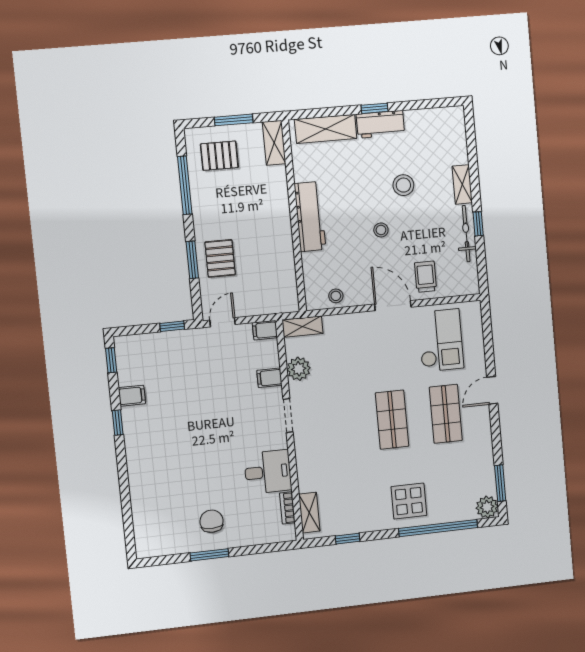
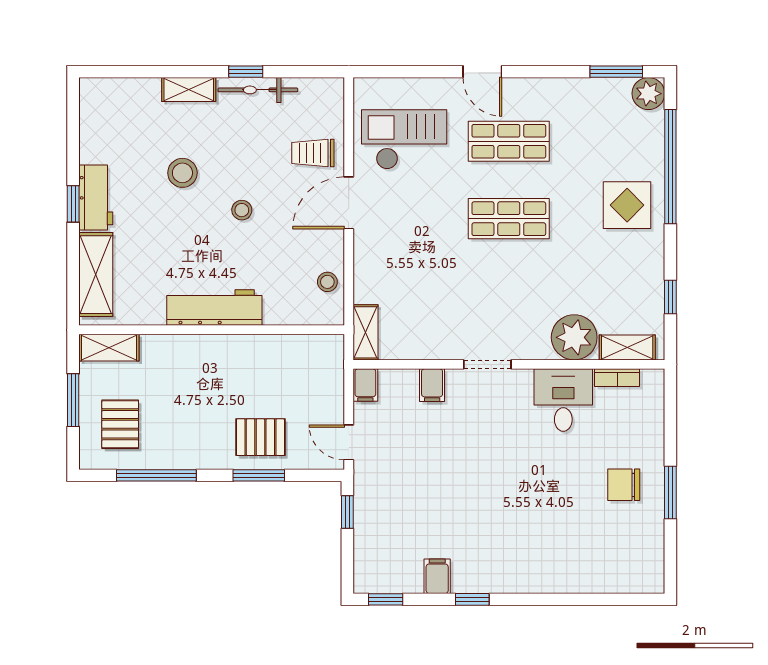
plant: (299, 369) -> (574, 337), moved, width x1.36, depth x1.36

